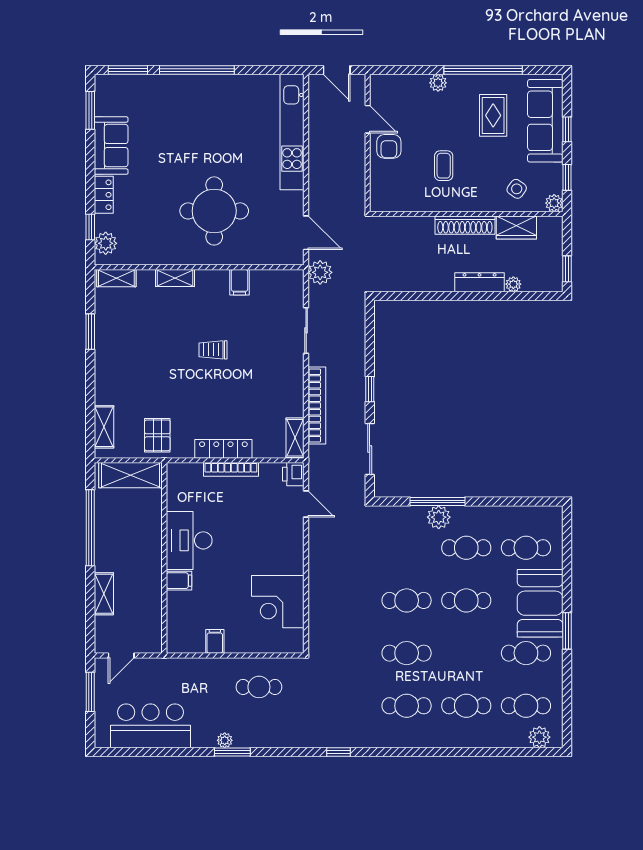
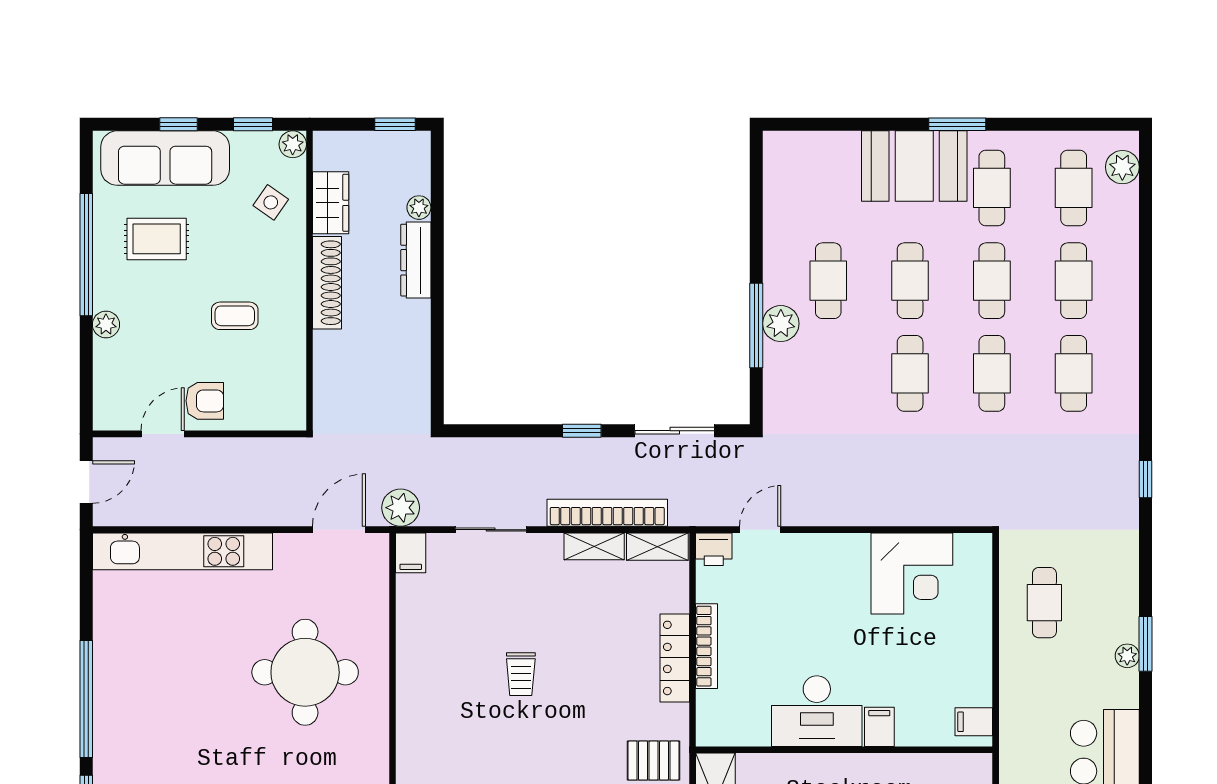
shelving: (175, 278) -> (594, 546), moved, turned 90
filing cabinet: (239, 282) -> (411, 553), moved, turned 90
cafe table: (526, 548) -> (992, 281), moved
filing cabinet: (215, 641) -> (974, 722), moved

